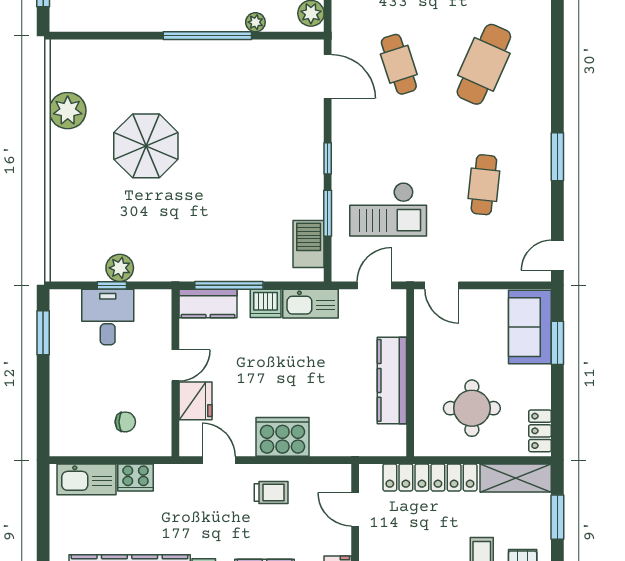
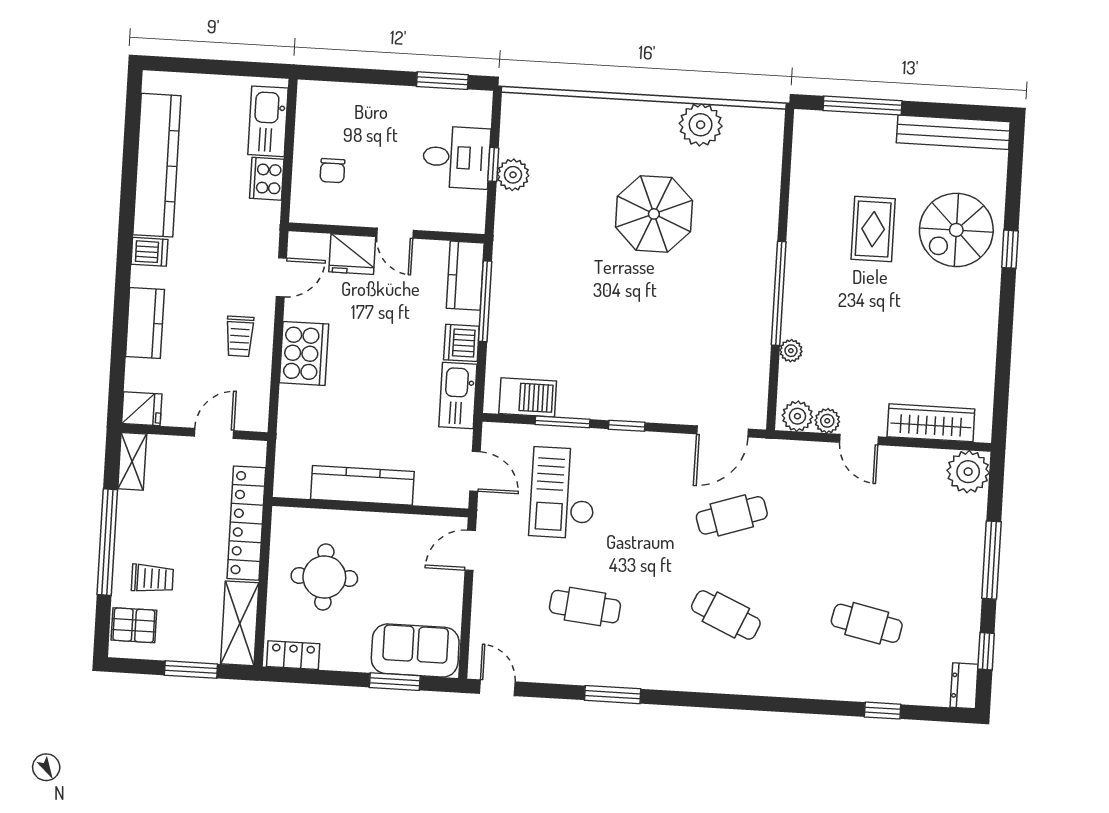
cafe table: (484, 64) -> (726, 615), width x0.73, depth x0.74

